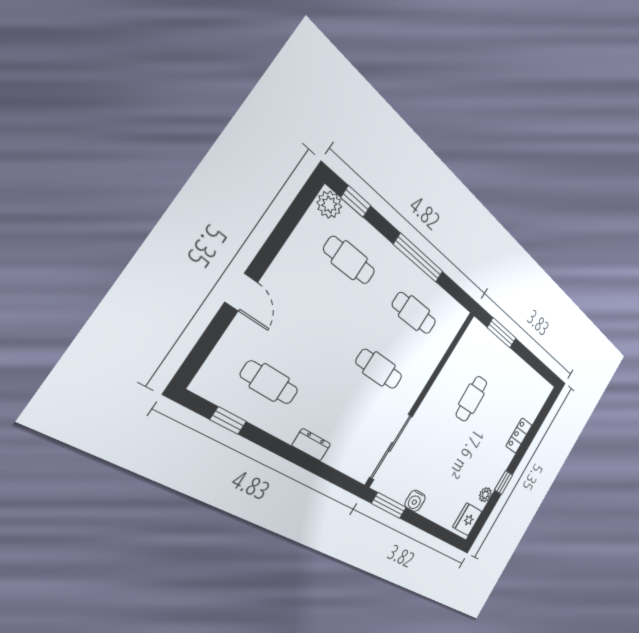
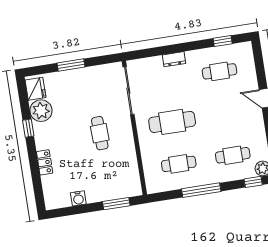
cafe table: (379, 369) -> (172, 122), width x1.37, depth x1.35
cafe table: (471, 399) -> (100, 133), moved
plant: (485, 495) -> (41, 111), width x1.87, depth x1.87
water cooler: (415, 501) -> (78, 198), moved, turned 180
window: (389, 505) -> (71, 65), moved

